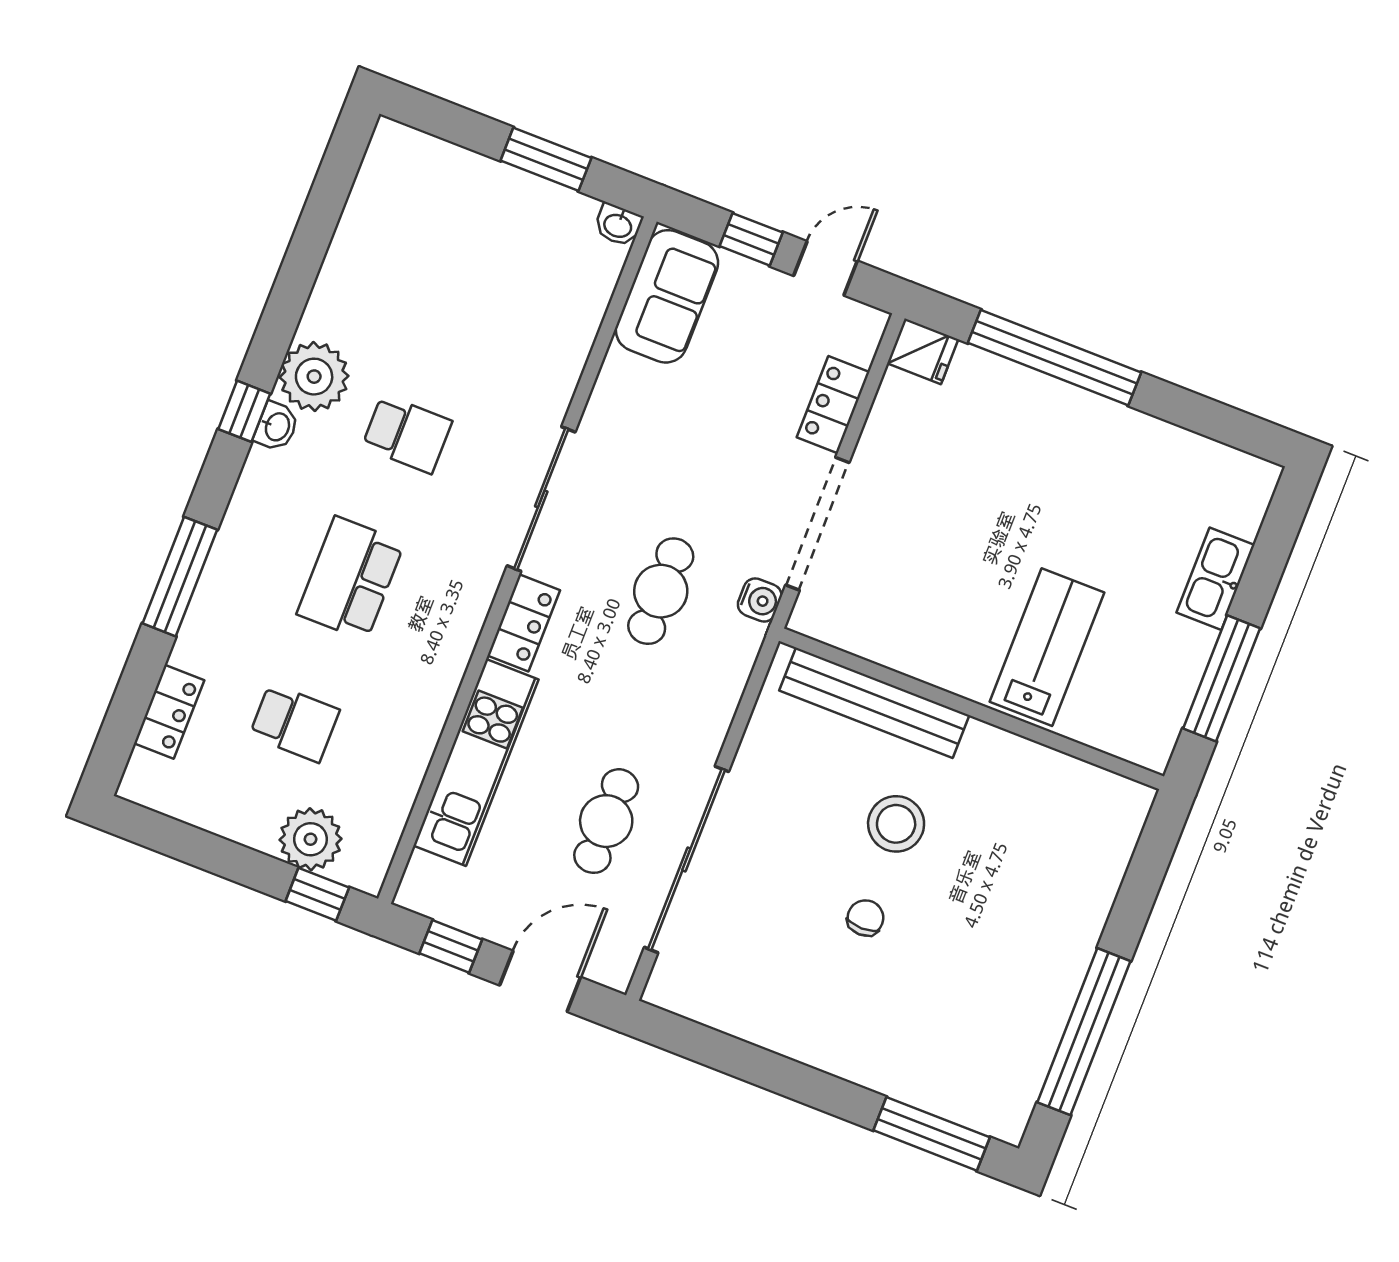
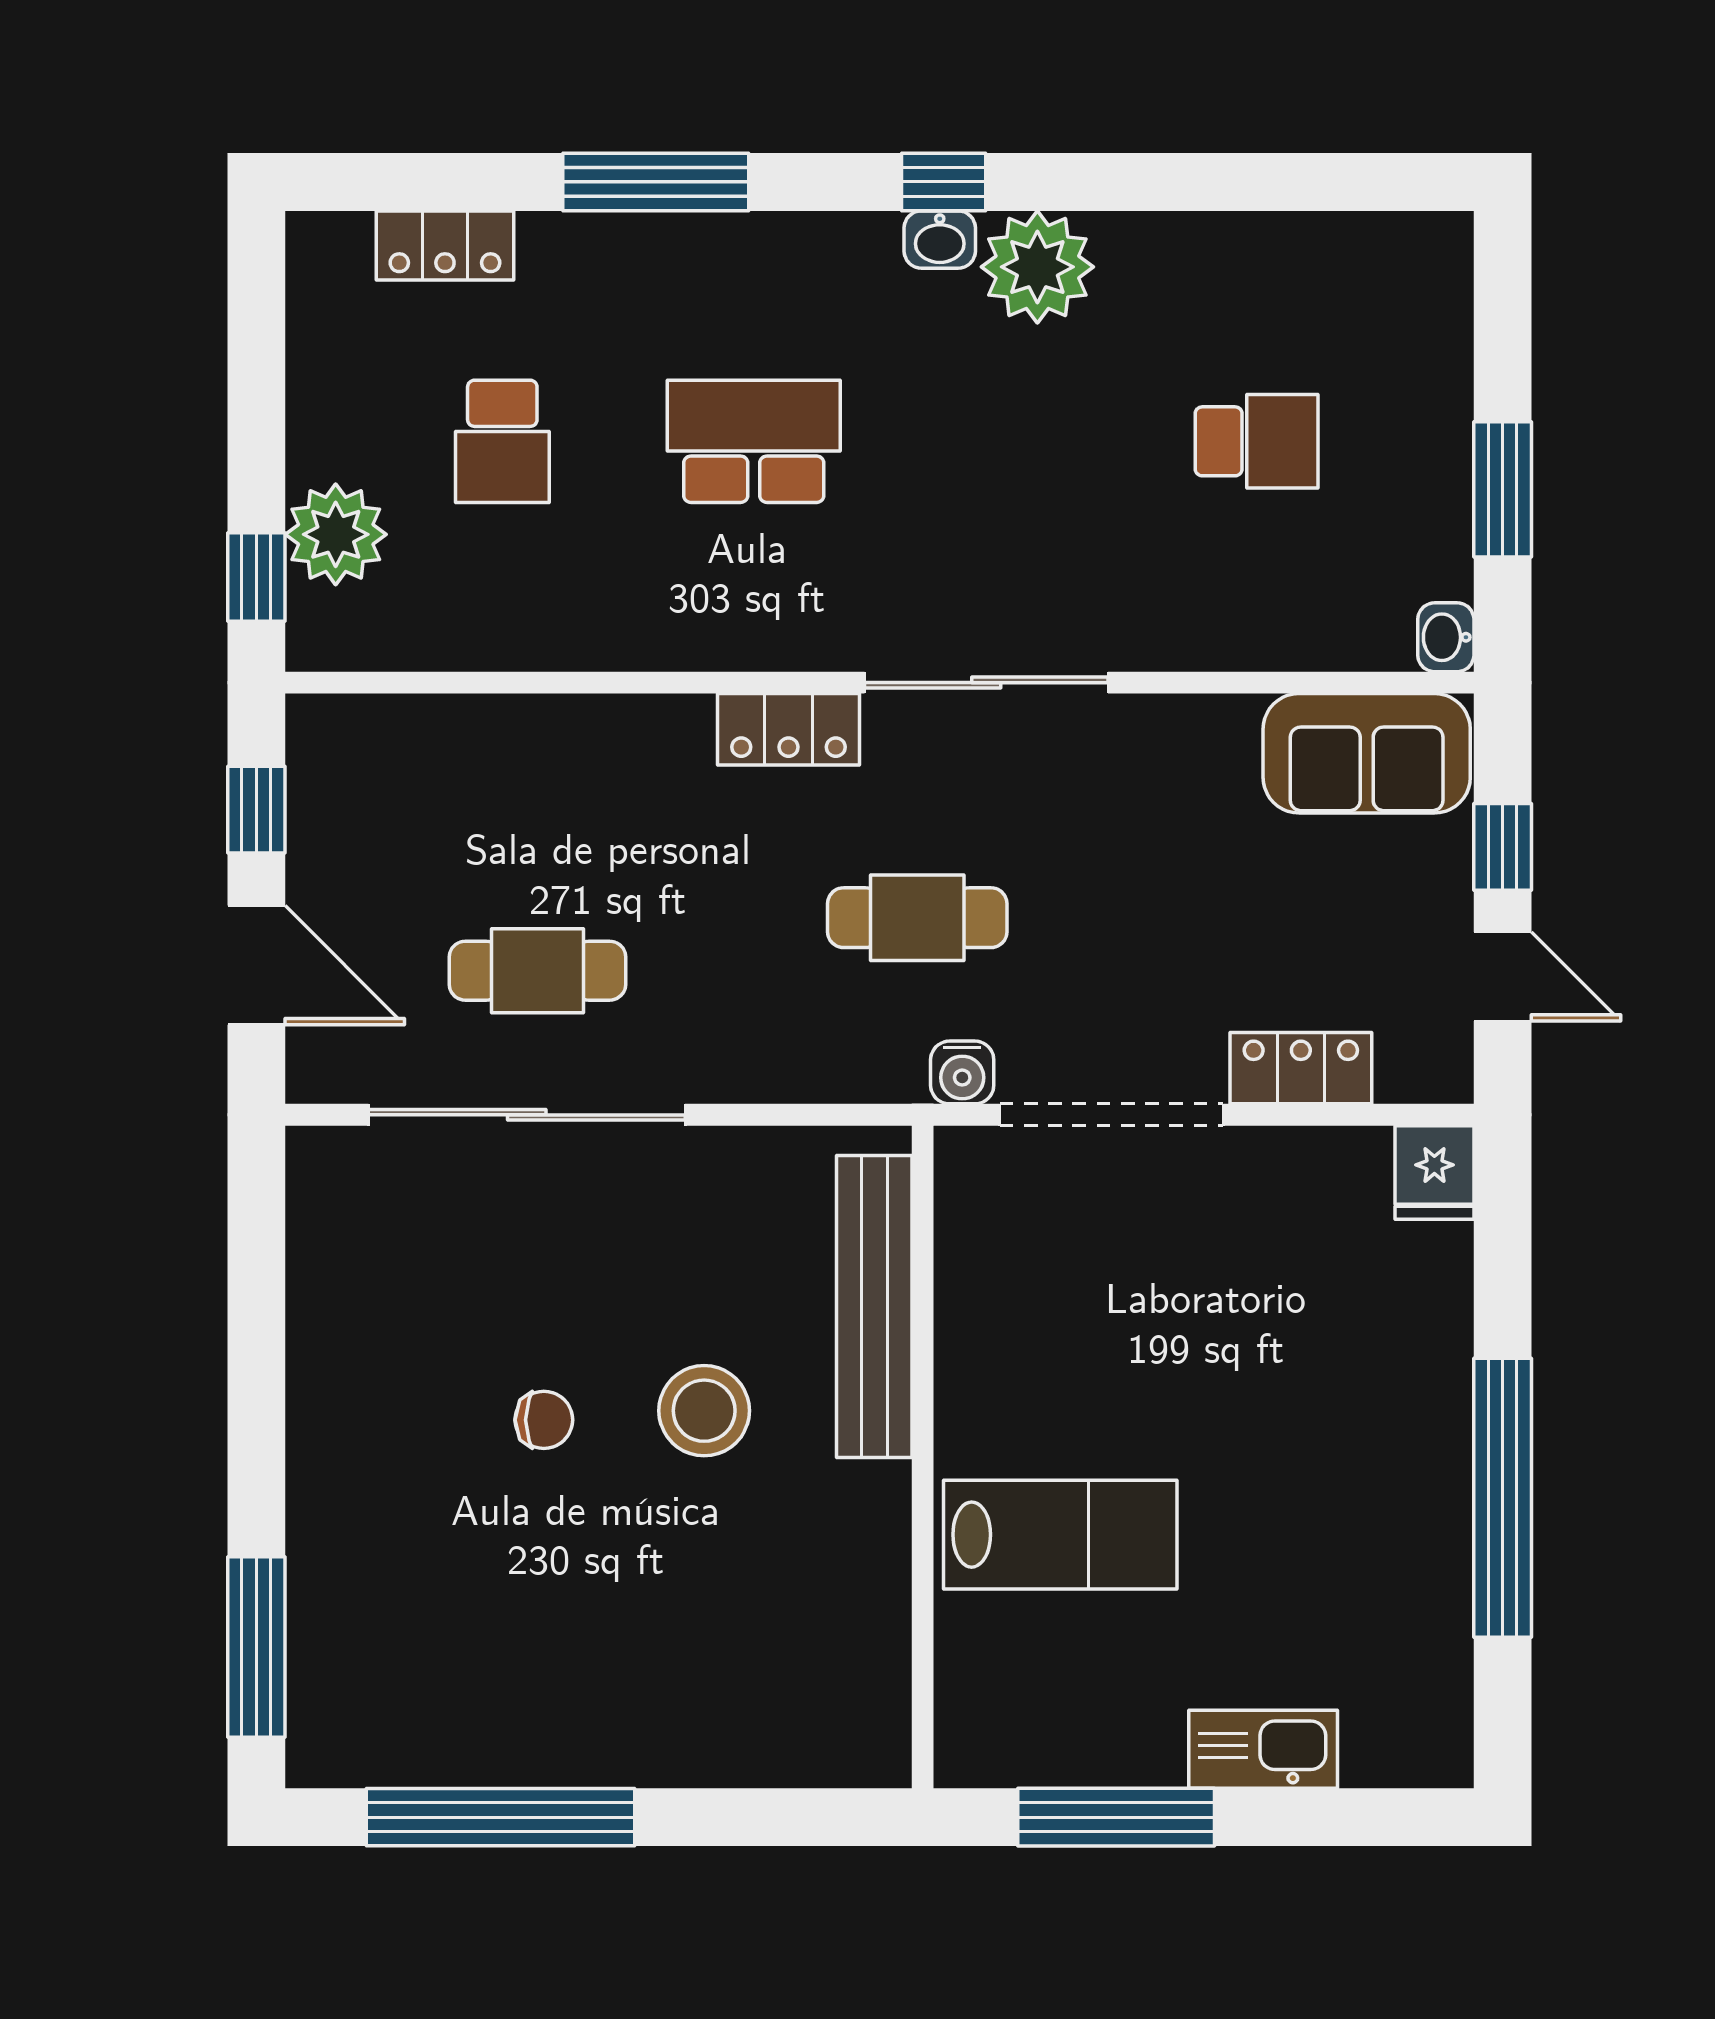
window: (1055, 358) -> (1503, 1498), moved
school desk: (407, 434) -> (1257, 441), moved, turned -90
kitchen unit: (476, 763) -> (549, 739), removed

